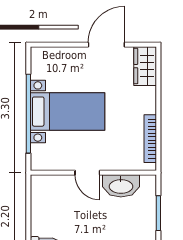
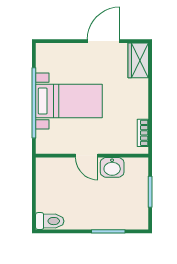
bookcase: (150, 139) -> (143, 133), width x0.64
washbasin: (121, 186) -> (112, 167), width x0.72

